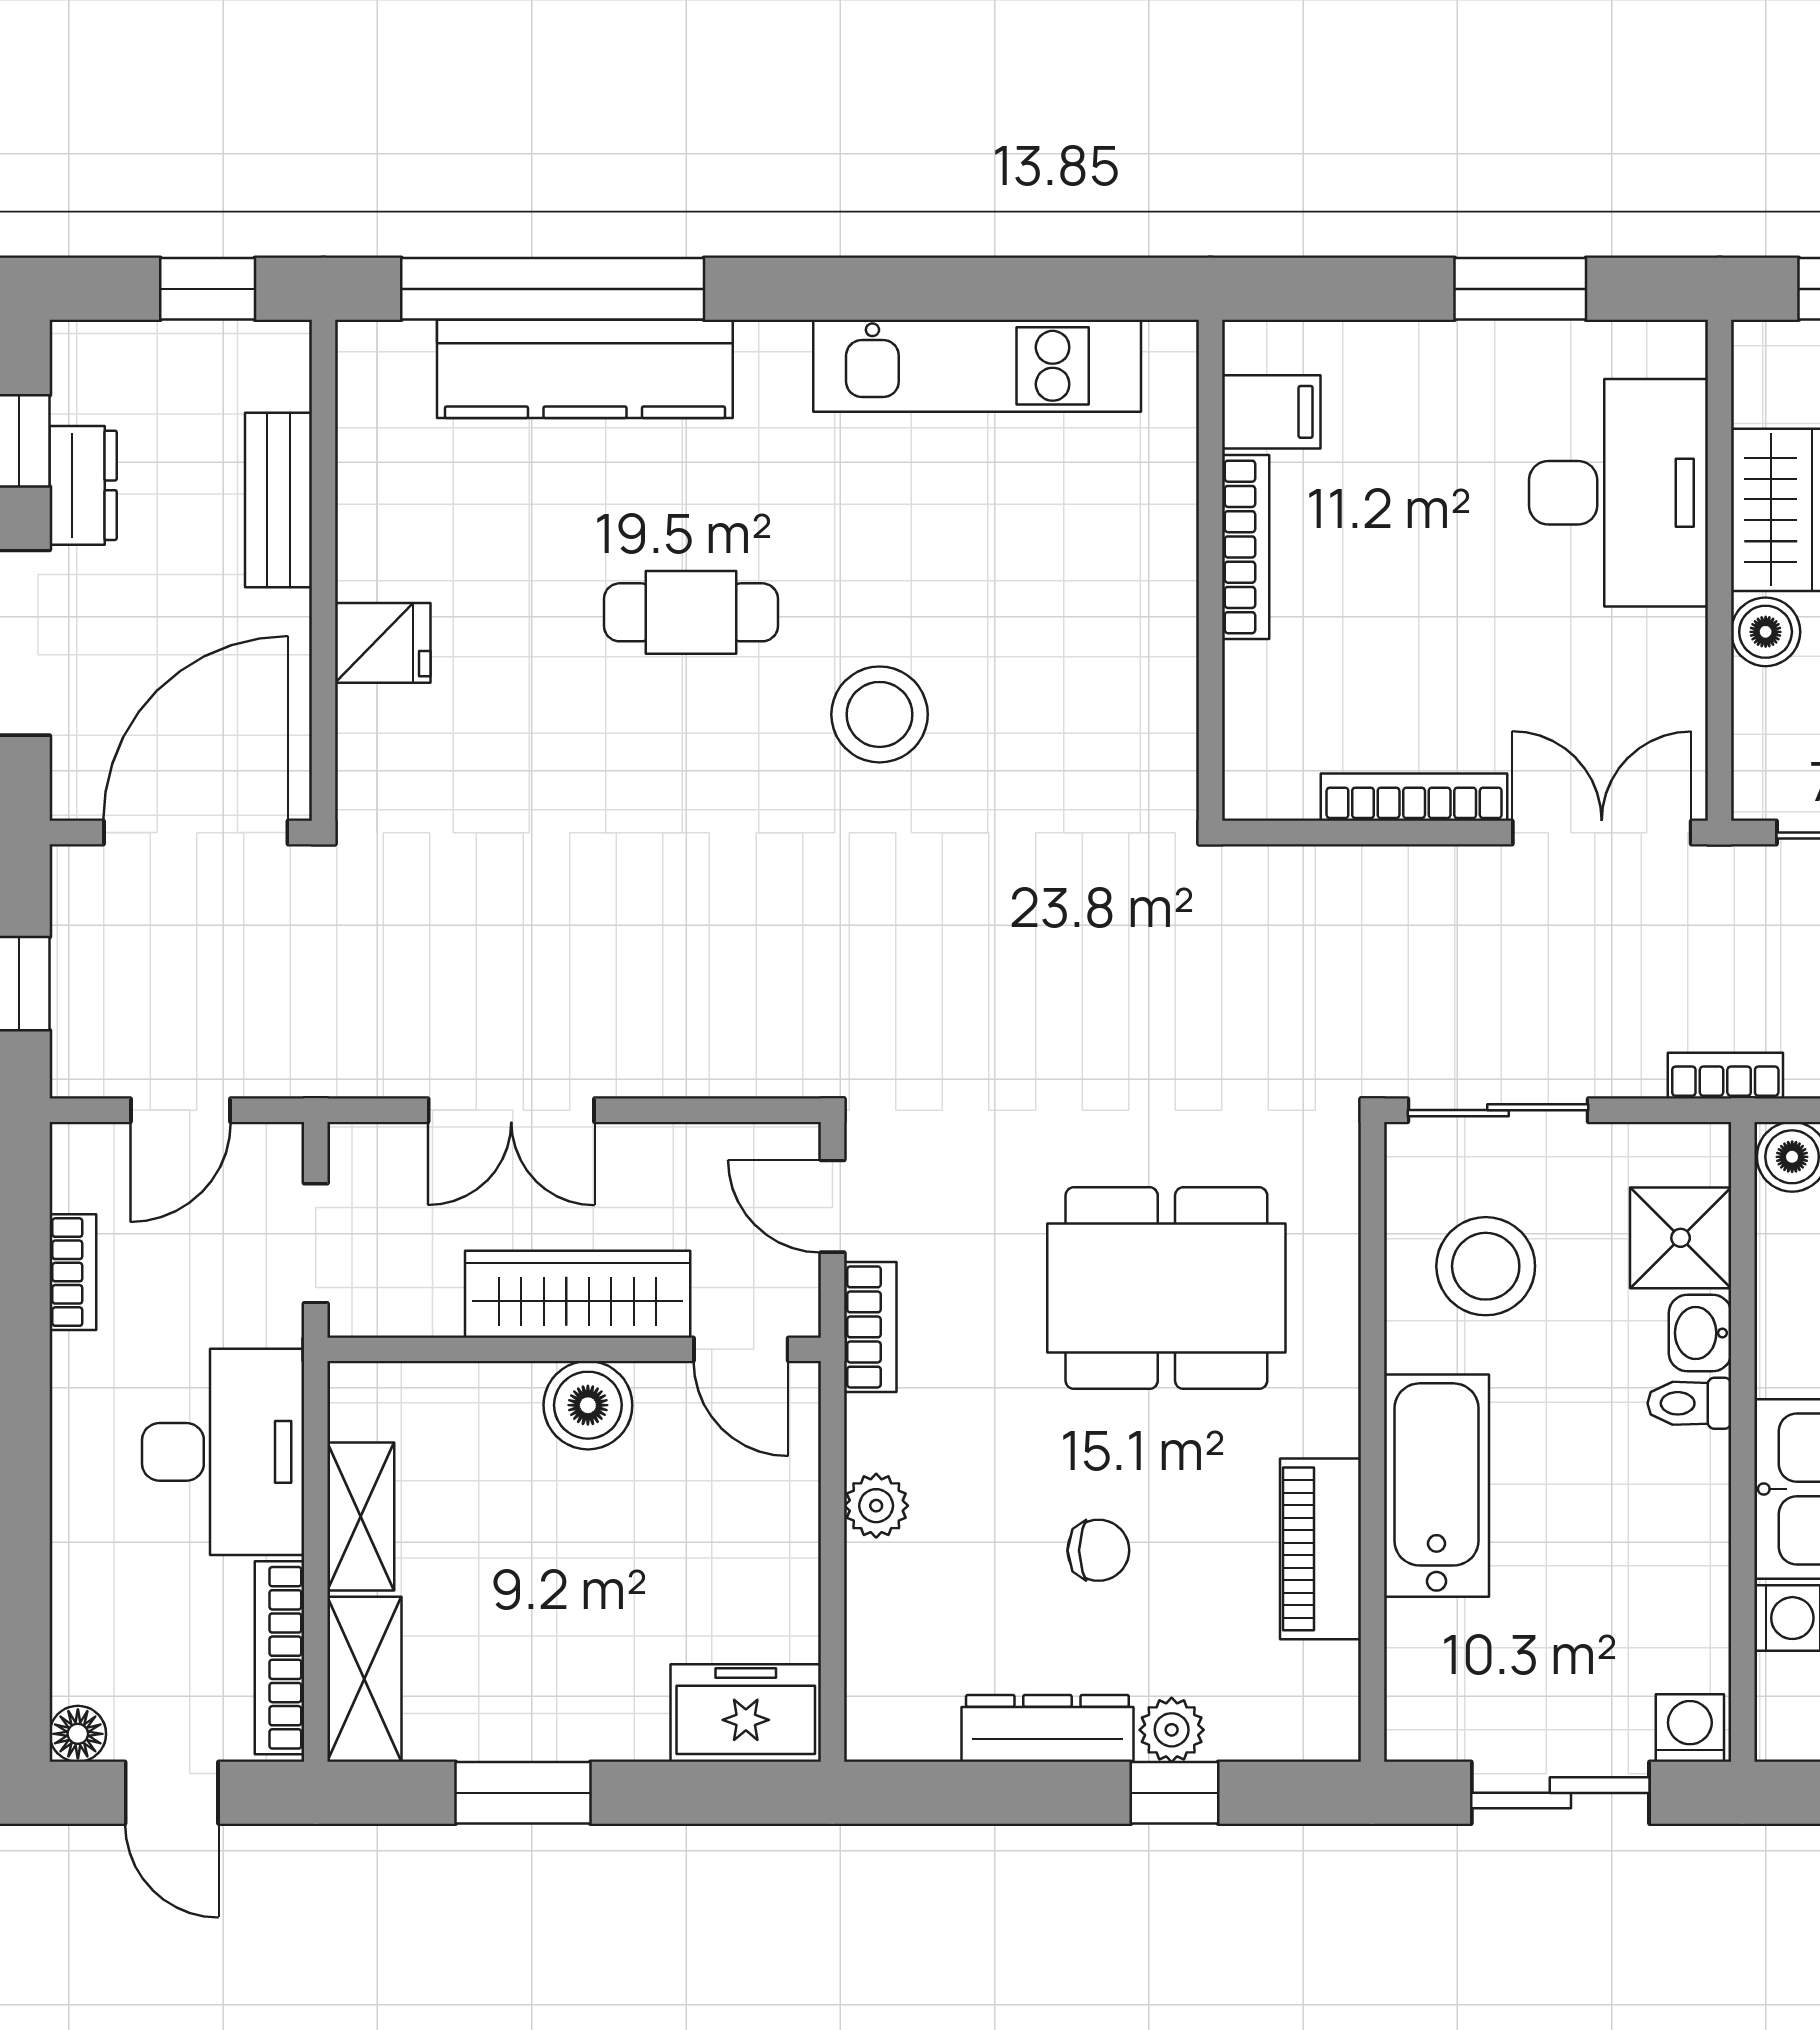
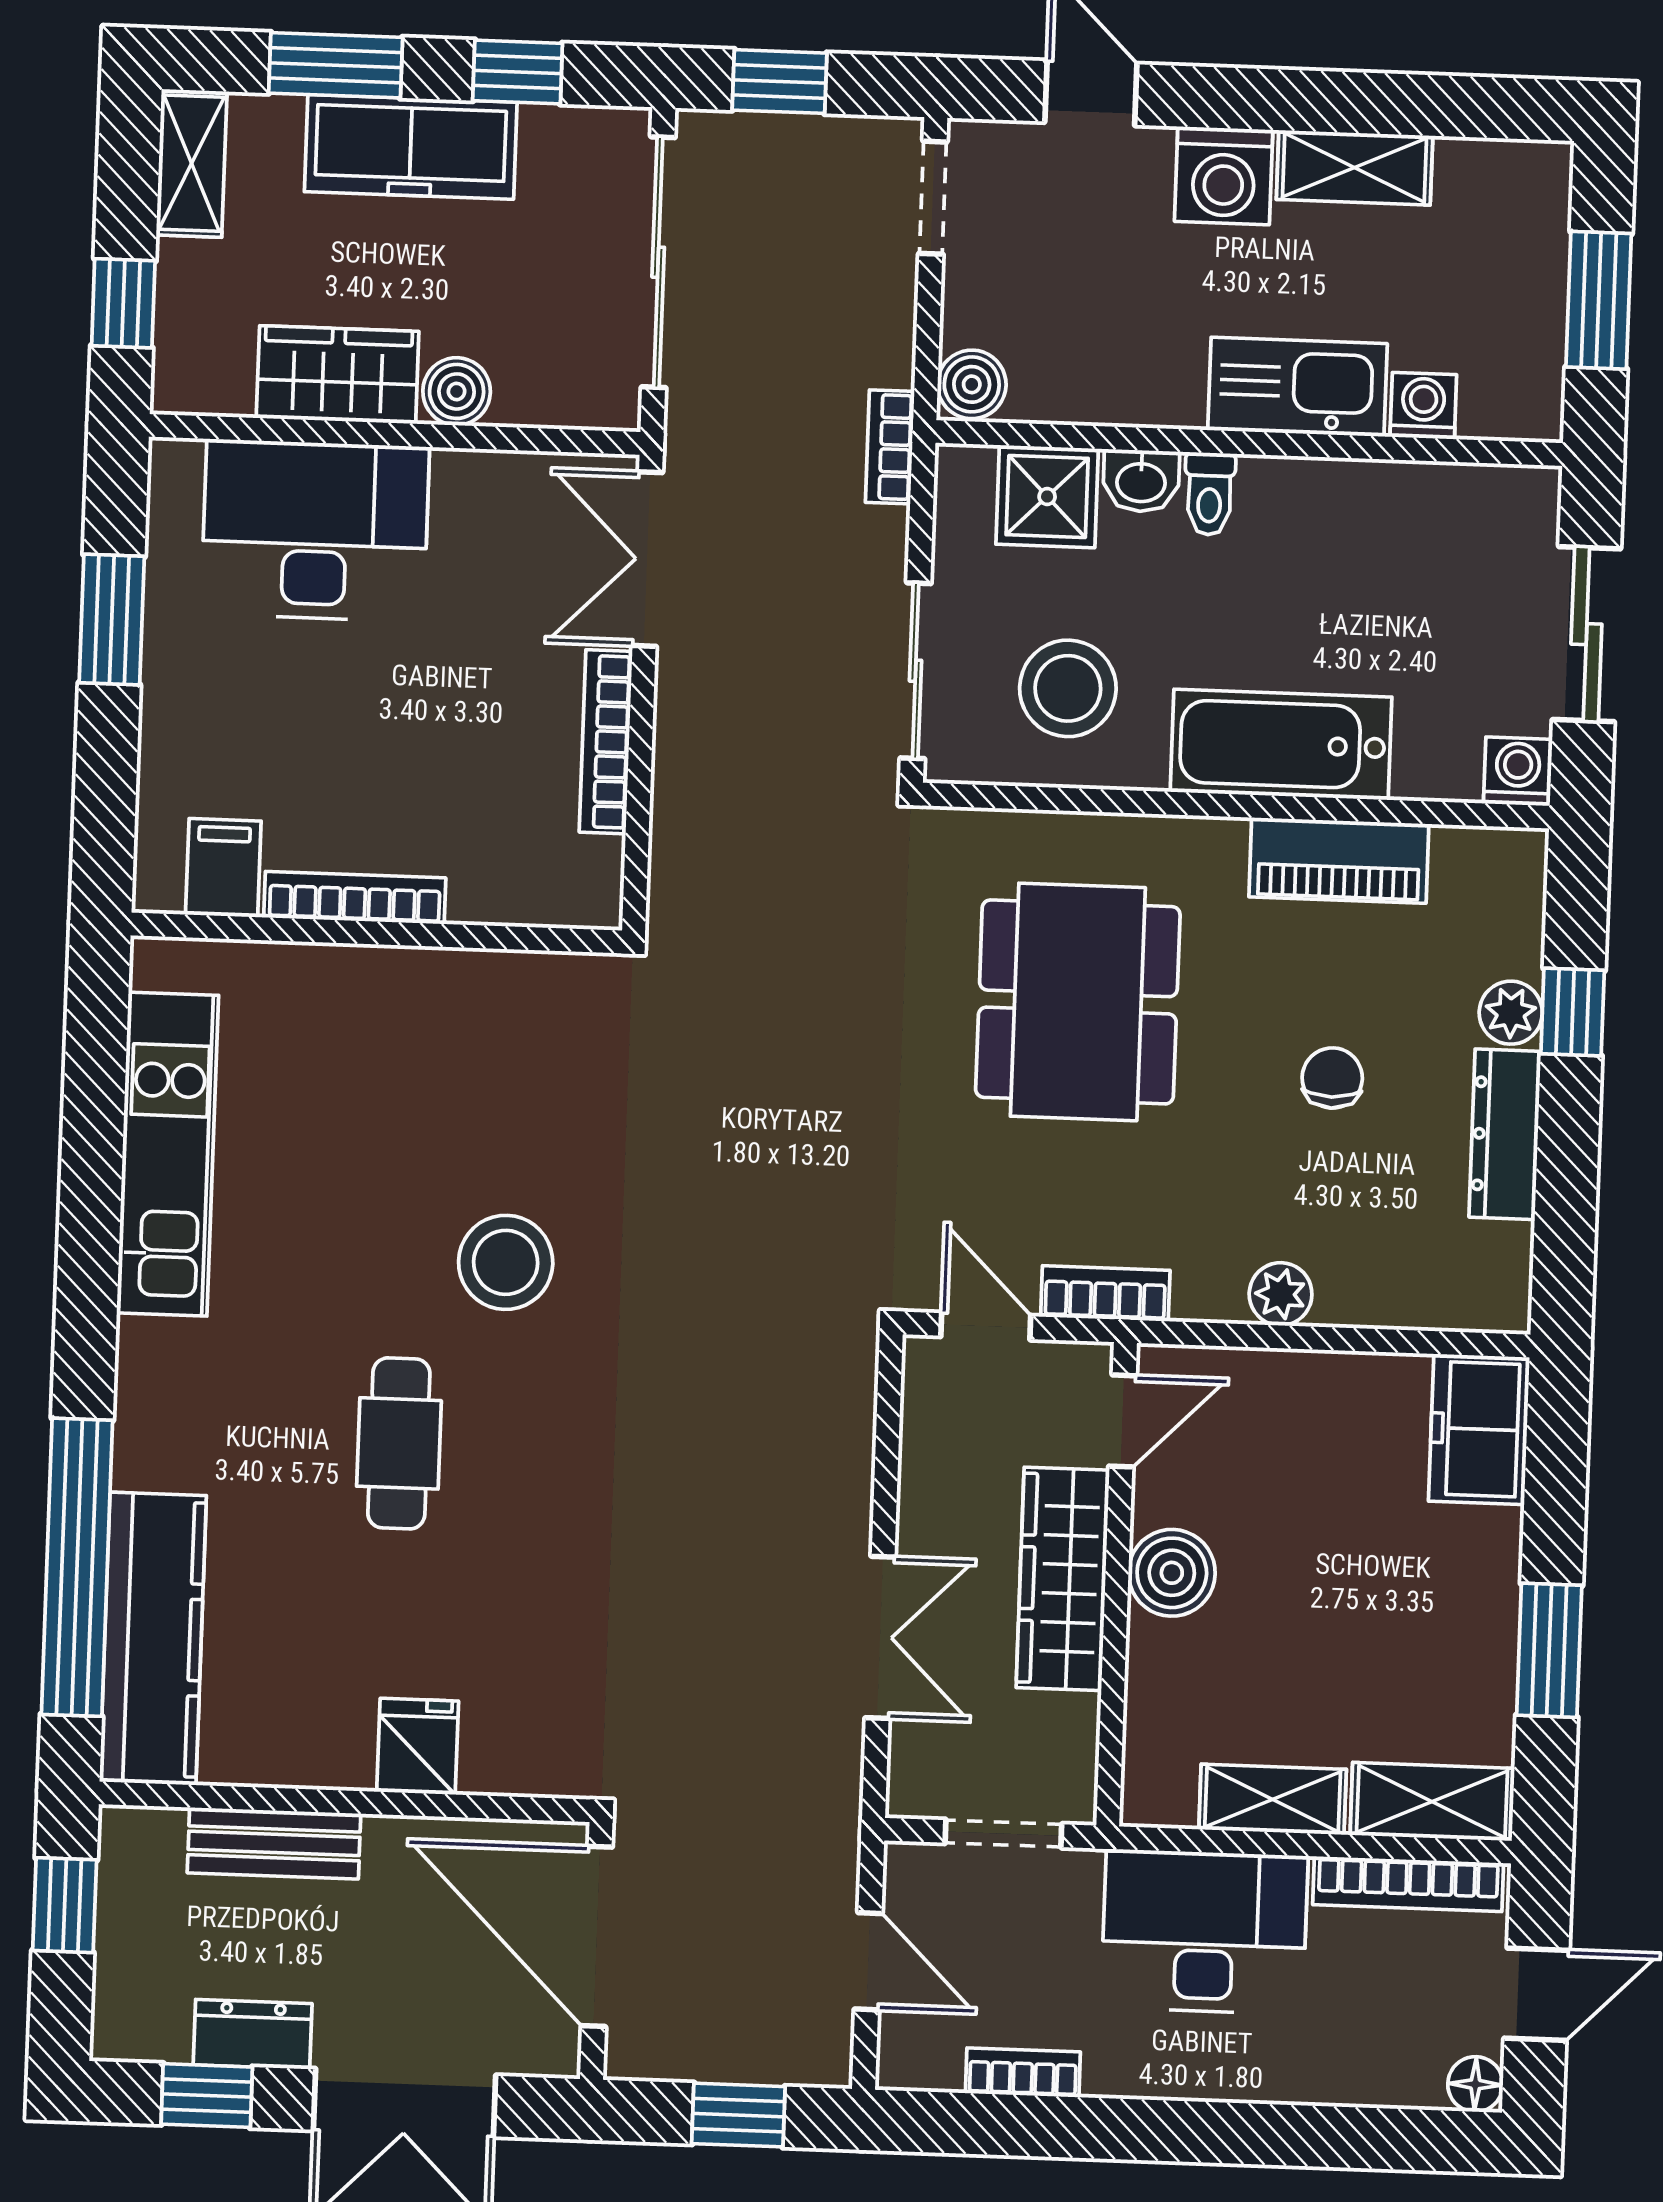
kitchen counter: (585, 369) -> (153, 1639), moved
door: (833, 1206) -> (986, 1326), swing flipped
washing machine: (1690, 1728) -> (1518, 771), moved, turned 90

